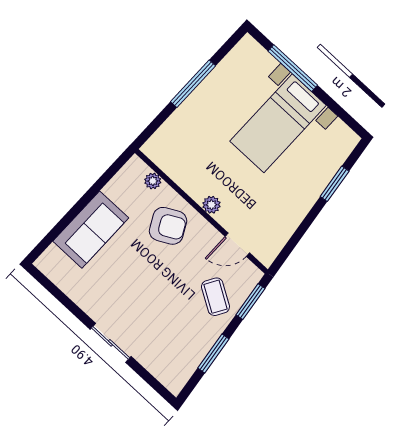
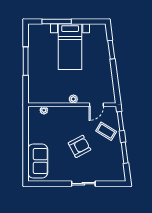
armchair: (168, 226) -> (79, 146), moved
sofa: (91, 230) -> (38, 161), moved

